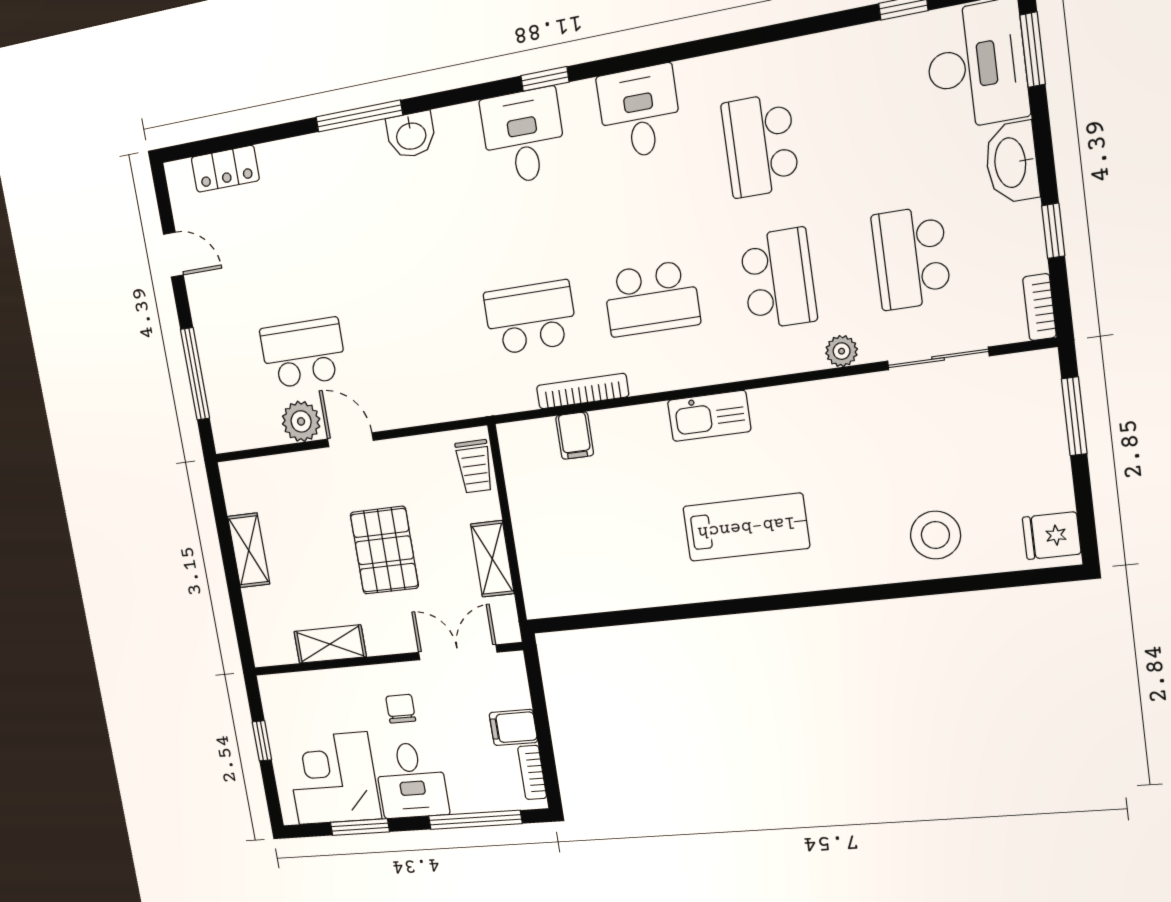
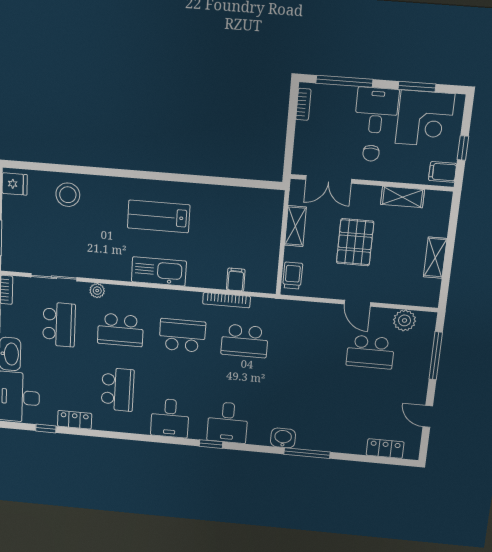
locker: (842, 48) -> (75, 420), added
school desk: (778, 279) -> (120, 330), turned -90
kitchen sink: (709, 416) -> (159, 271), width x1.36, depth x1.24
plant: (301, 421) -> (405, 320), moved
filing cabinet: (513, 727) -> (443, 172), moved, turned 180

